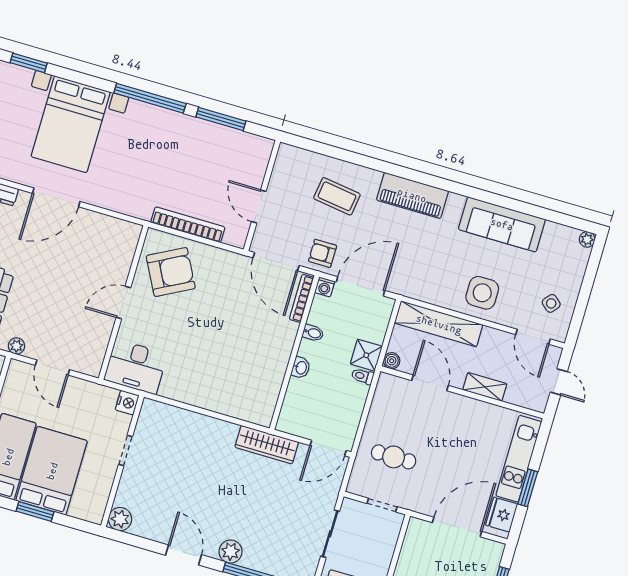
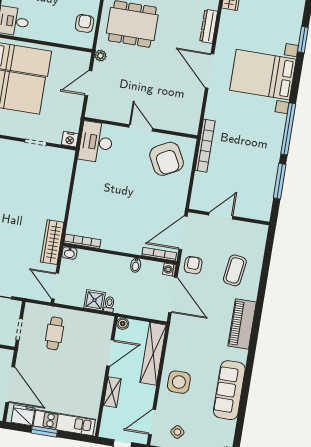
bookcase: (188, 225) -> (205, 146), moved
shower: (366, 355) -> (95, 300), moved
washbasin: (301, 368) -> (69, 253), moved
bookcase: (271, 403) -> (82, 241), added

